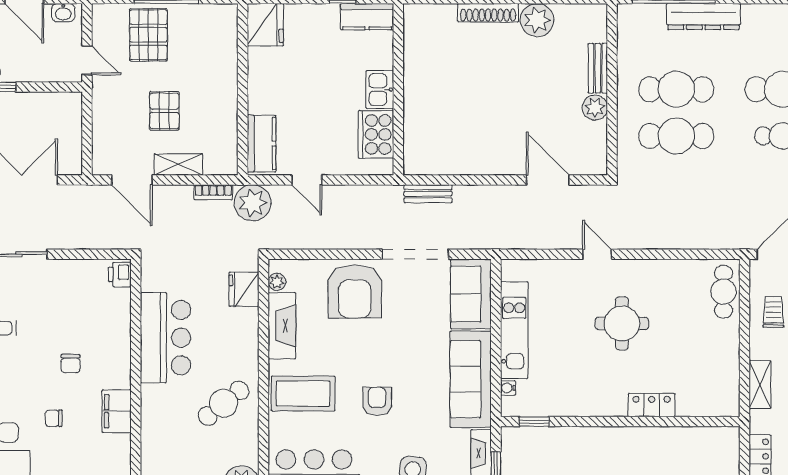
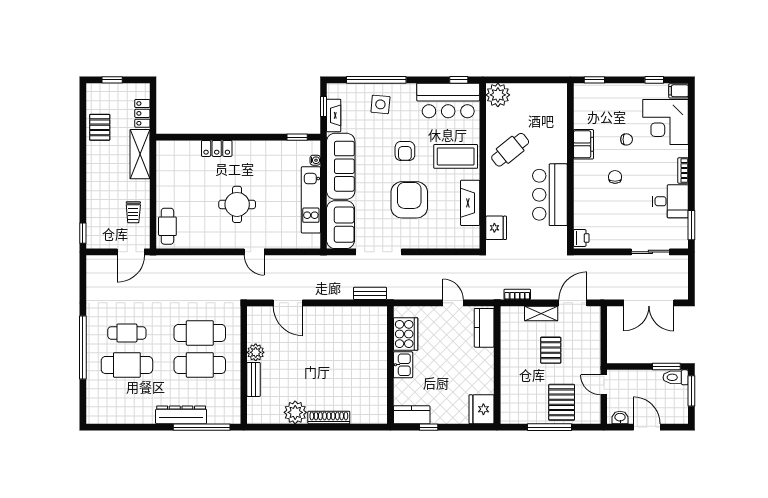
door: (132, 180) -> (573, 303), hinge flipped
plant: (253, 203) -> (490, 287), removed
plant: (277, 282) -> (474, 233), removed
armchair: (355, 291) -> (409, 200), moved
shelving: (760, 385) -> (140, 154), width x1.50, depth x1.33

